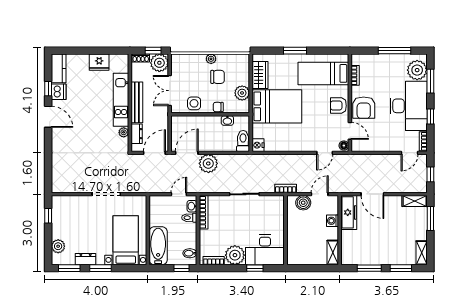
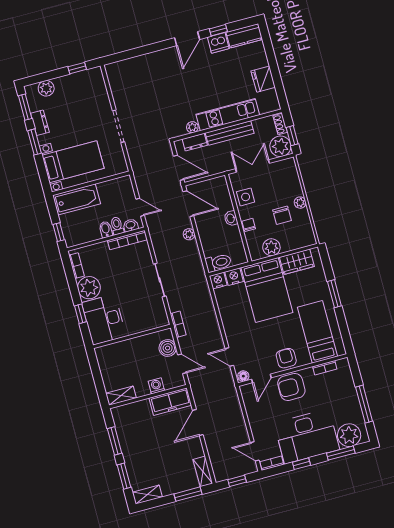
washbasin: (227, 120) -> (231, 218), moved
nightstand: (258, 131) -> (234, 277), added
plant: (208, 163) -> (189, 234), width x0.53, depth x0.53
bidet: (190, 253) -> (106, 229), moved

